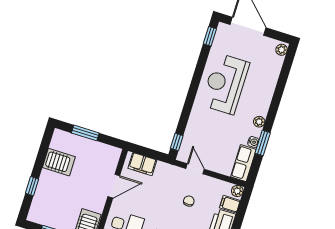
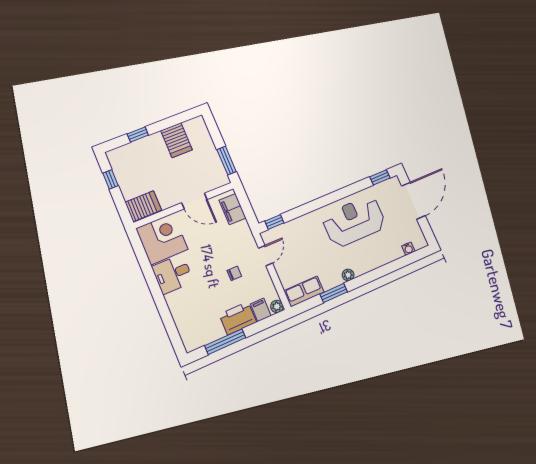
plant: (282, 50) -> (419, 243), removed
window: (85, 133) -> (227, 161), moved
water cooler: (253, 142) -> (408, 249), moved

